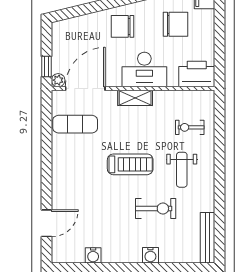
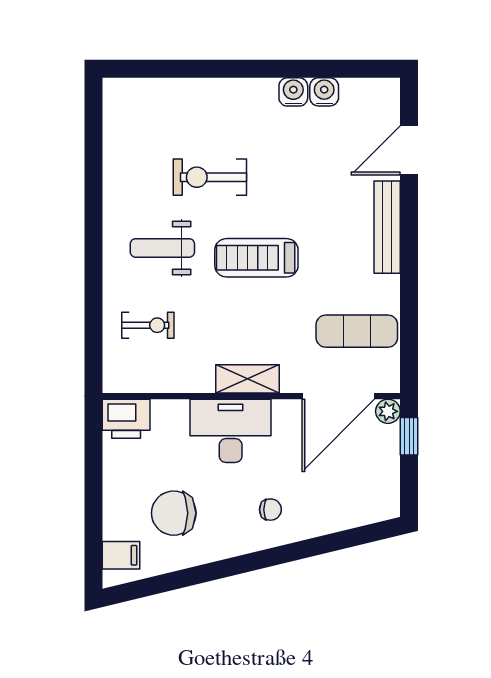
chair: (123, 26) -> (270, 510), width x0.54, depth x0.54
printer: (197, 74) -> (126, 419), width x0.73, depth x0.84
weight bench: (182, 170) -> (162, 248), turned -90
bench: (208, 238) -> (387, 227), moved
water cooler: (150, 255) -> (293, 92), moved

